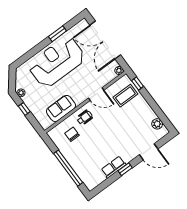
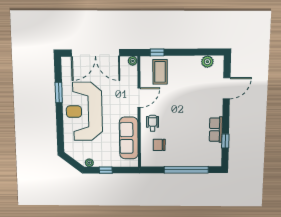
sofa: (61, 108) -> (129, 138), width x1.36
window: (125, 169) -> (225, 141), moved

